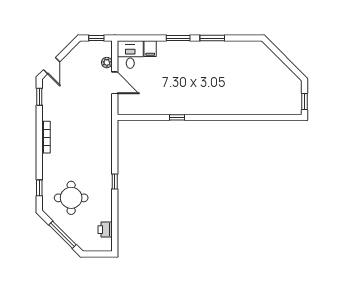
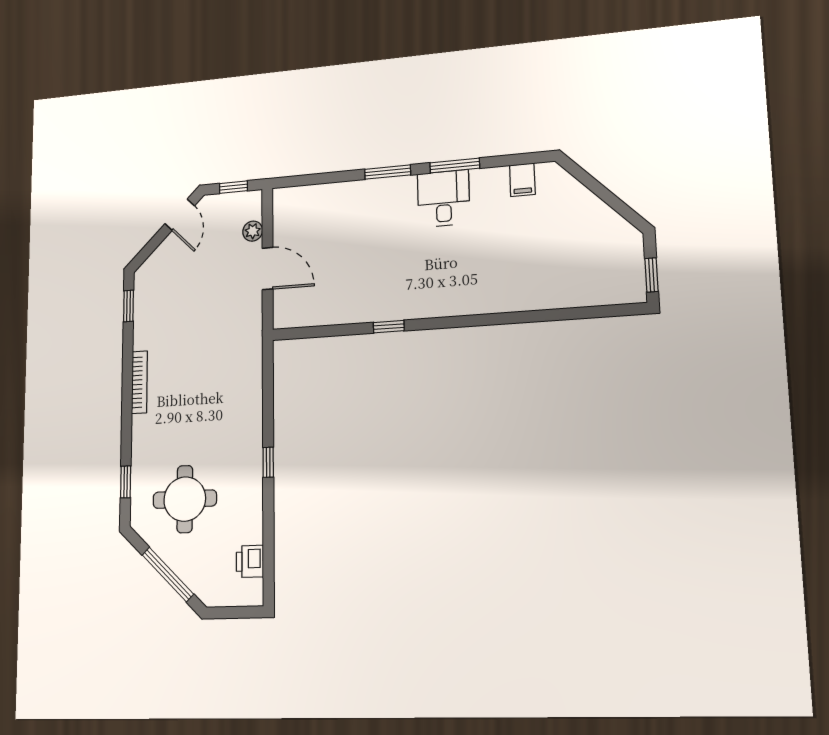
filing cabinet: (150, 49) -> (522, 180), moved
desk: (130, 55) -> (444, 199), moved
door: (52, 66) -> (180, 215), moved

